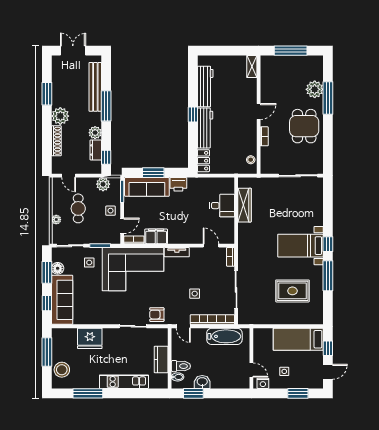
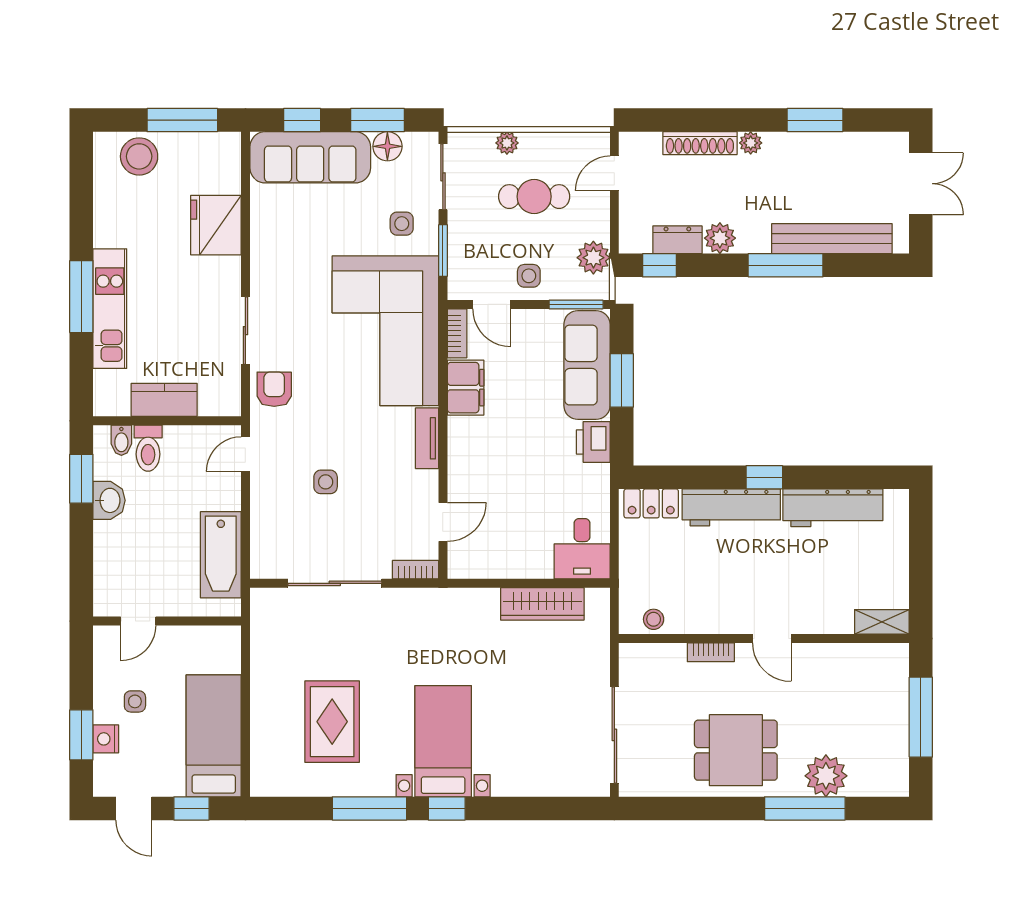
plant: (60, 116) -> (751, 143), width x0.53, depth x0.53
desk: (222, 206) -> (582, 549), moved
bookcase: (212, 320) -> (262, 525), removed
nightstand: (263, 383) -> (106, 739), moved
window: (88, 393) -> (81, 297), moved

